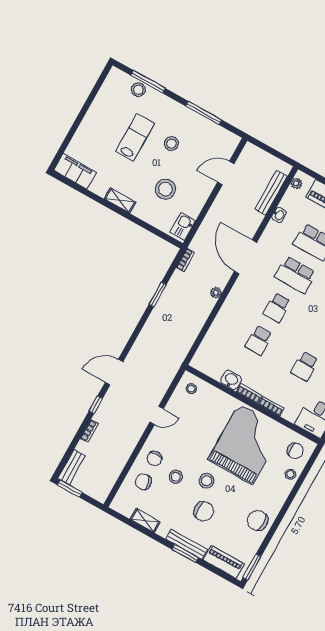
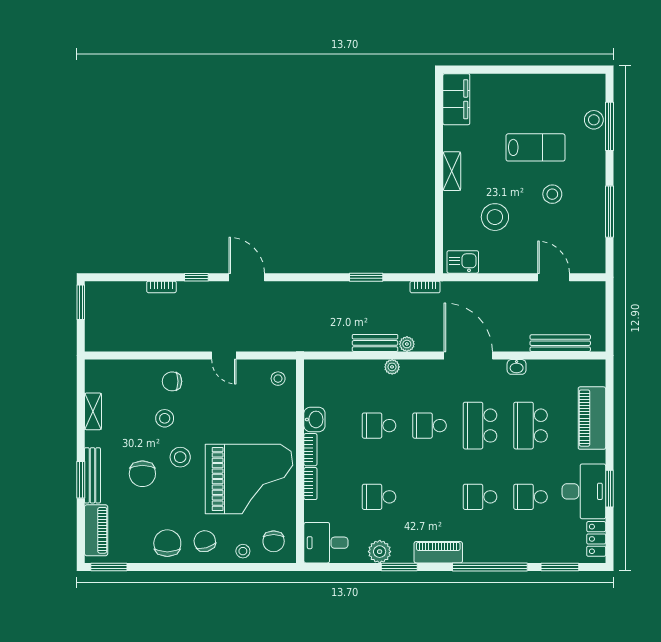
plant: (296, 183) -> (392, 367), moved
washbasin: (279, 215) -> (517, 367), moved
door: (246, 257) -> (468, 355), hinge flipped
bench: (72, 467) -> (375, 343), moved
chair: (144, 482) -> (205, 541), moved

